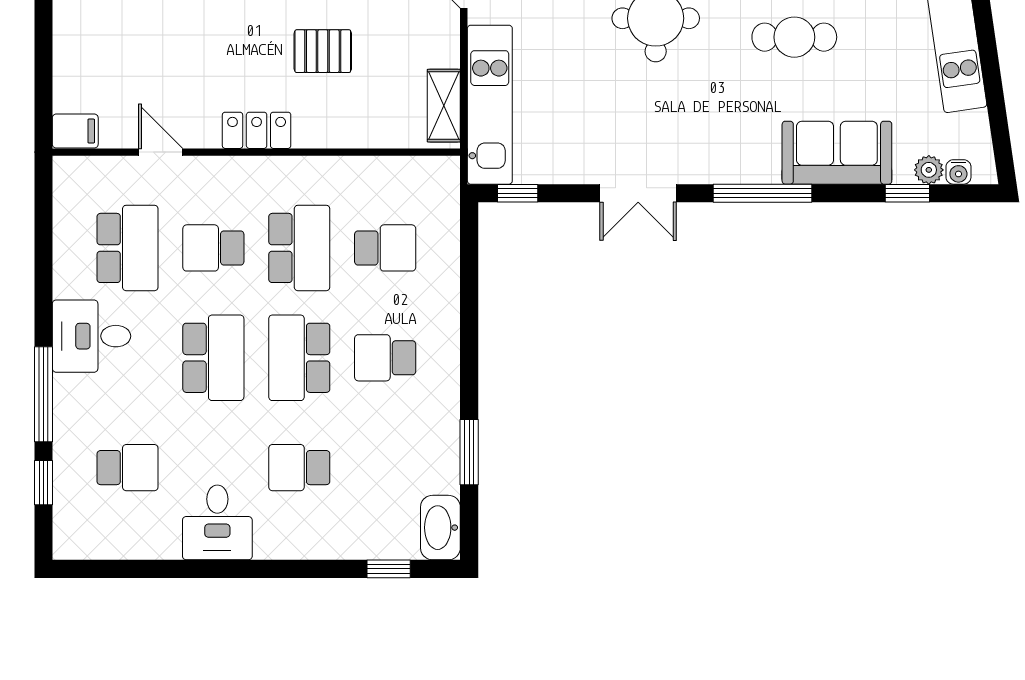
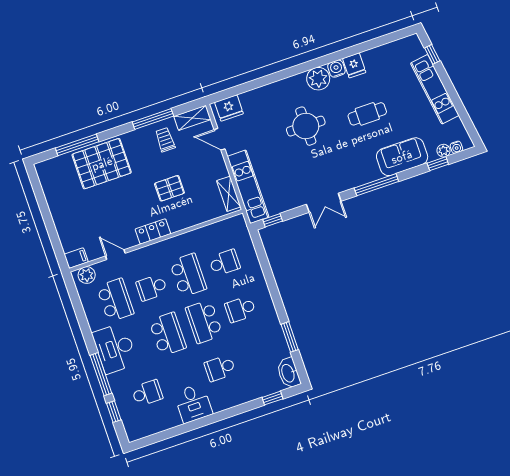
plant: (85, 175) -> (87, 275), added
desk: (92, 336) -> (115, 348), width x1.37

